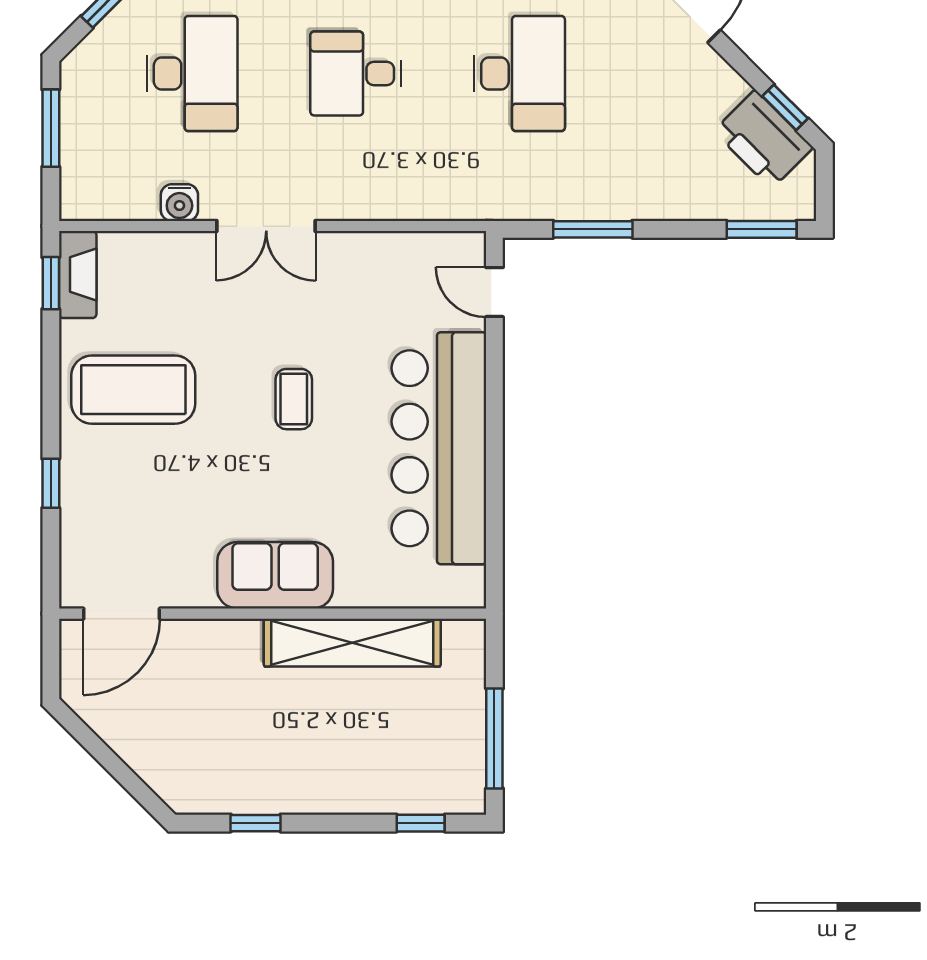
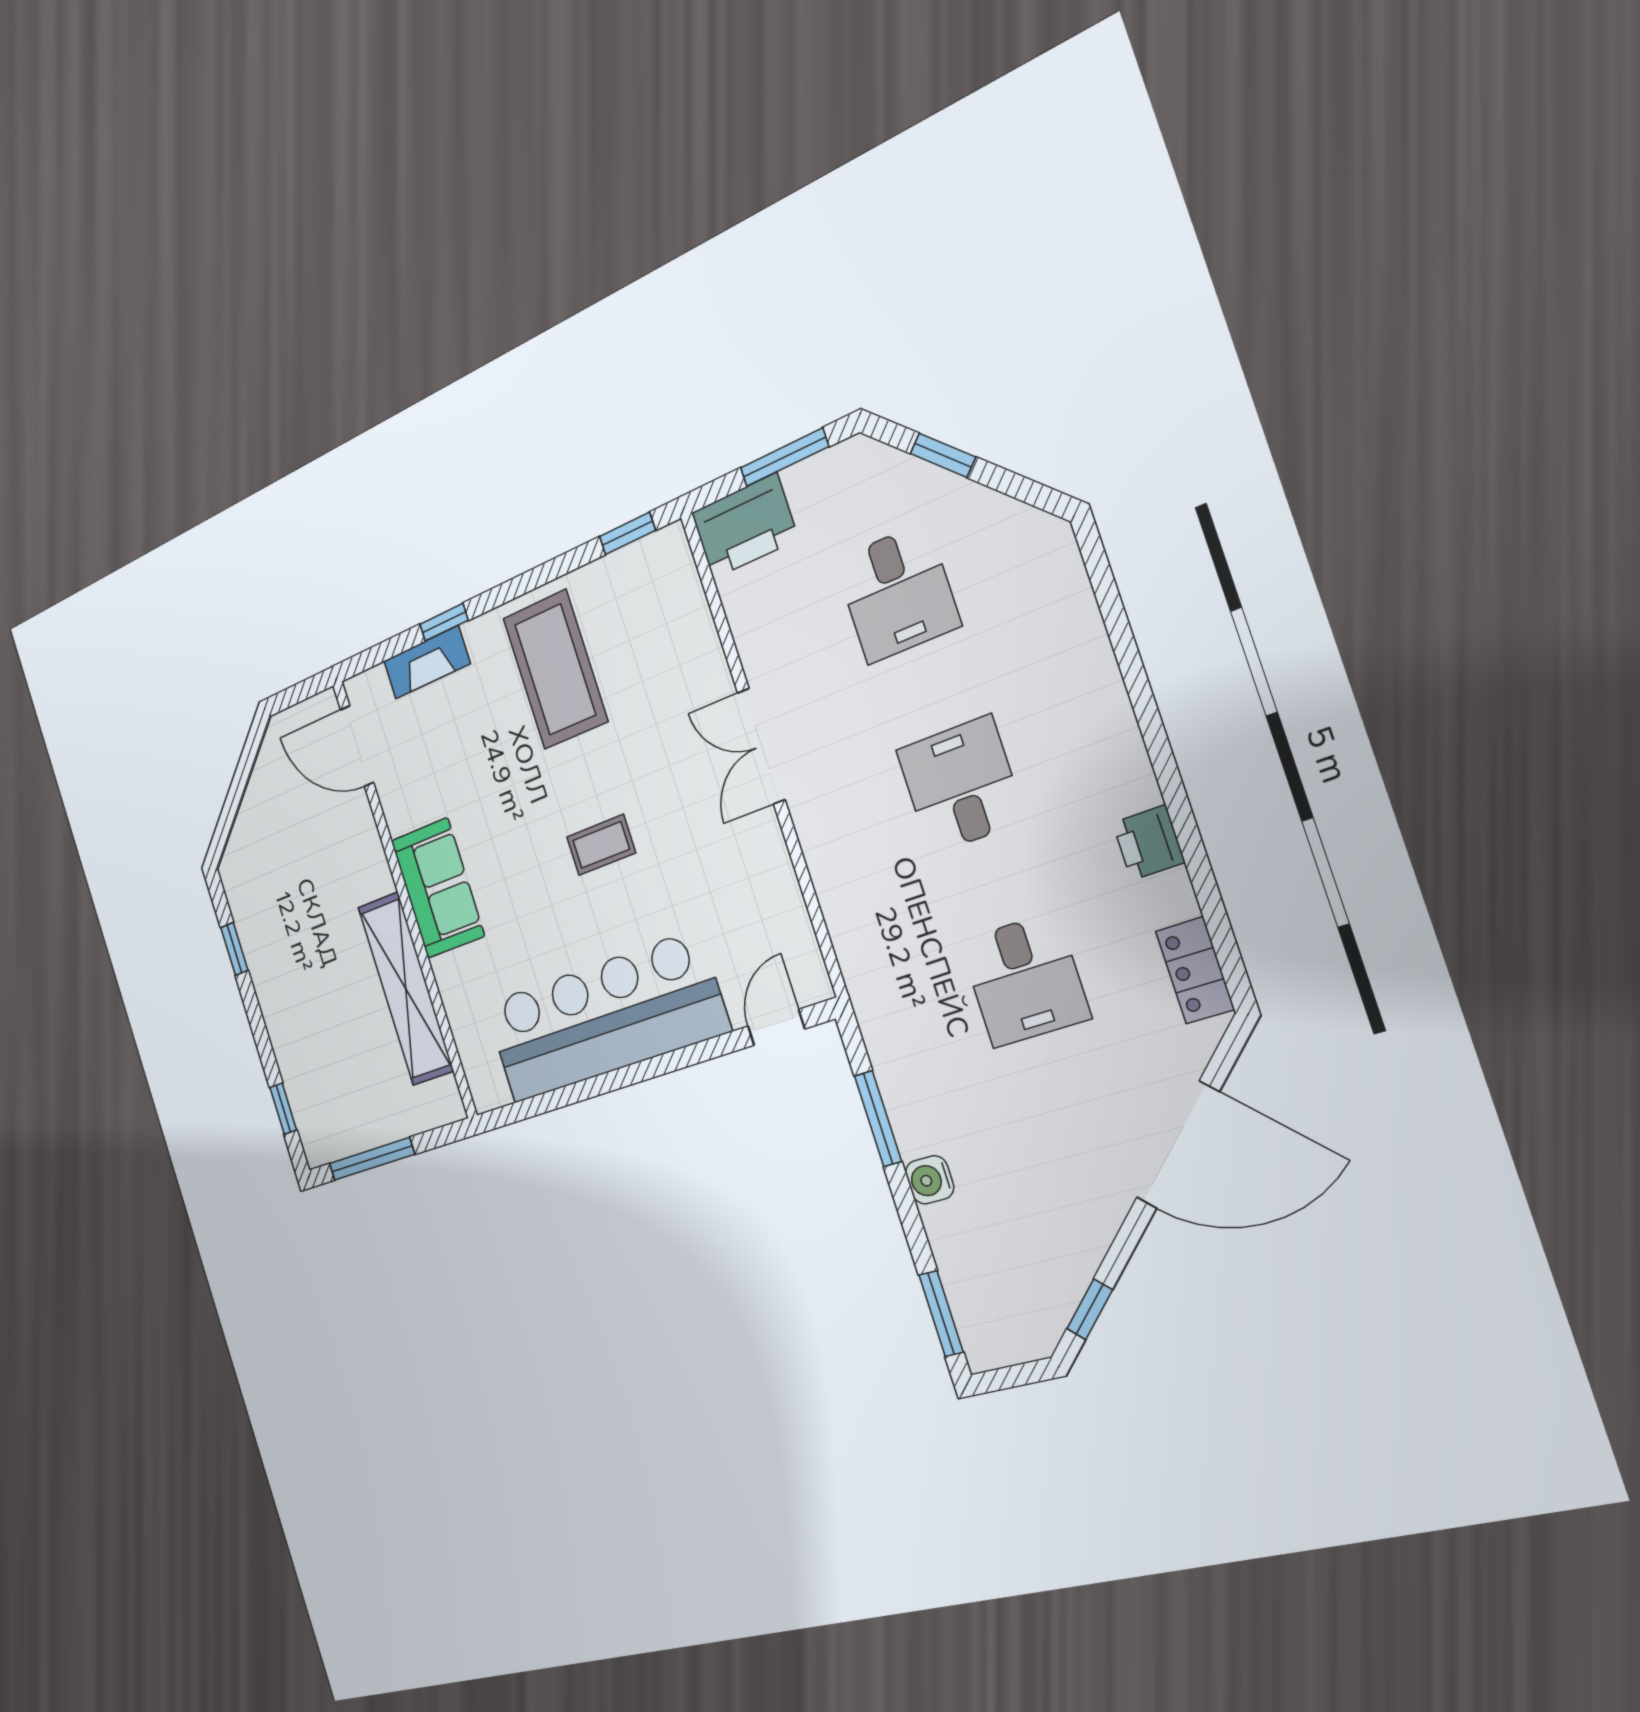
desk: (192, 73) -> (897, 593), width x0.73
desk: (519, 73) -> (1025, 980), width x0.73
printer: (763, 139) -> (745, 526), moved, turned -135
water cooler: (179, 203) -> (930, 1180), moved
fireplace: (78, 275) -> (427, 662), moved

